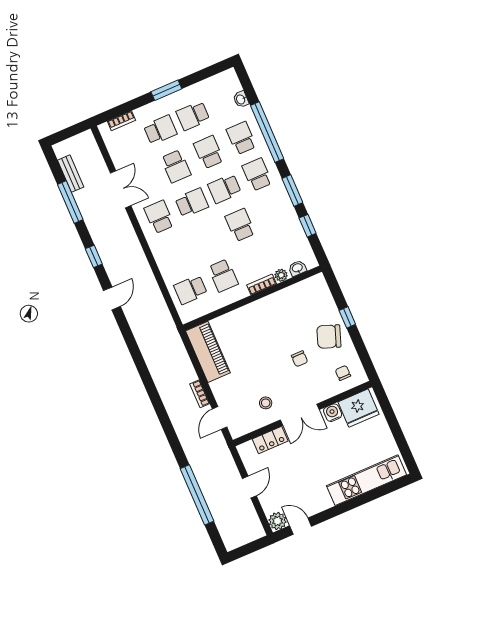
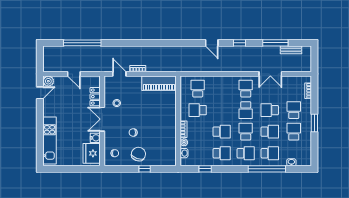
school desk: (160, 130) -> (294, 110), turned 180
window: (292, 191) -> (228, 169), removed
school desk: (273, 211) -> (222, 153), added
school desk: (159, 217) -> (246, 89), turned -90

